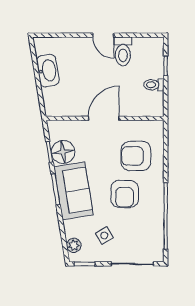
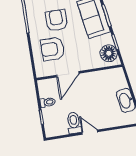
door: (104, 118) -> (68, 74), moved
floor lamp: (63, 152) -> (109, 53), moved
armchair: (136, 156) -> (52, 49), turned 180

